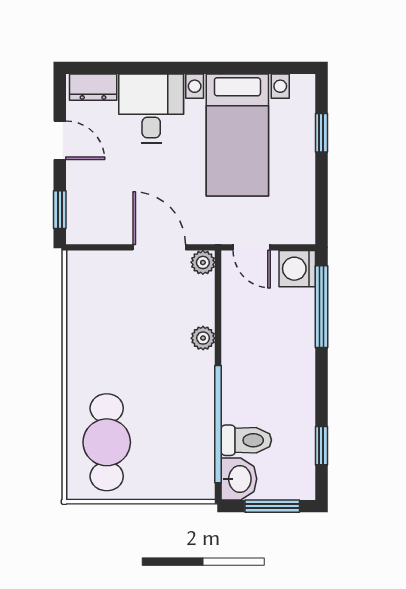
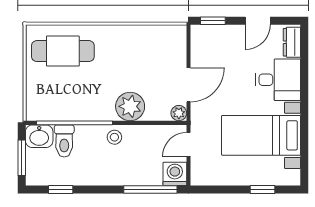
plant: (203, 338) -> (130, 106), width x1.88, depth x1.88
stool: (240, 362) -> (114, 137), added

